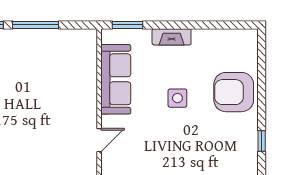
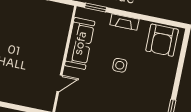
armchair: (234, 92) -> (162, 40), moved, turned -90

